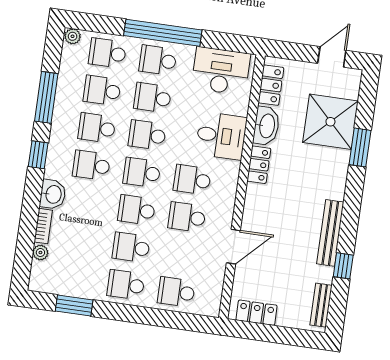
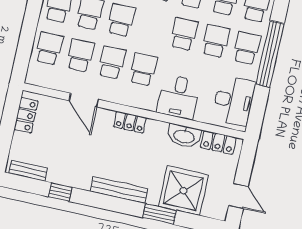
locker: (259, 165) -> (130, 122), moved
school desk: (142, 173) -> (80, 55), moved
bench: (330, 233) -> (119, 190), moved

